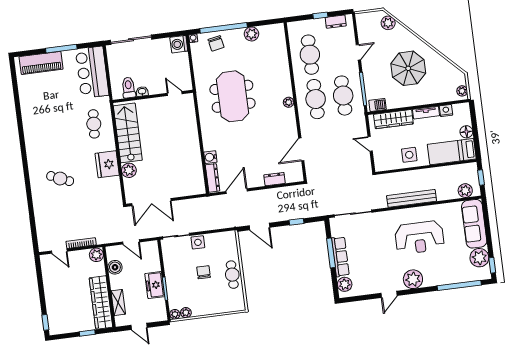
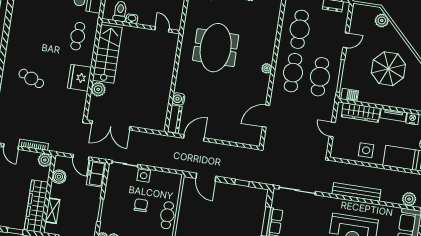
dresser: (275, 179) -> (233, 137), removed
freezer: (155, 285) -> (96, 174), moved

